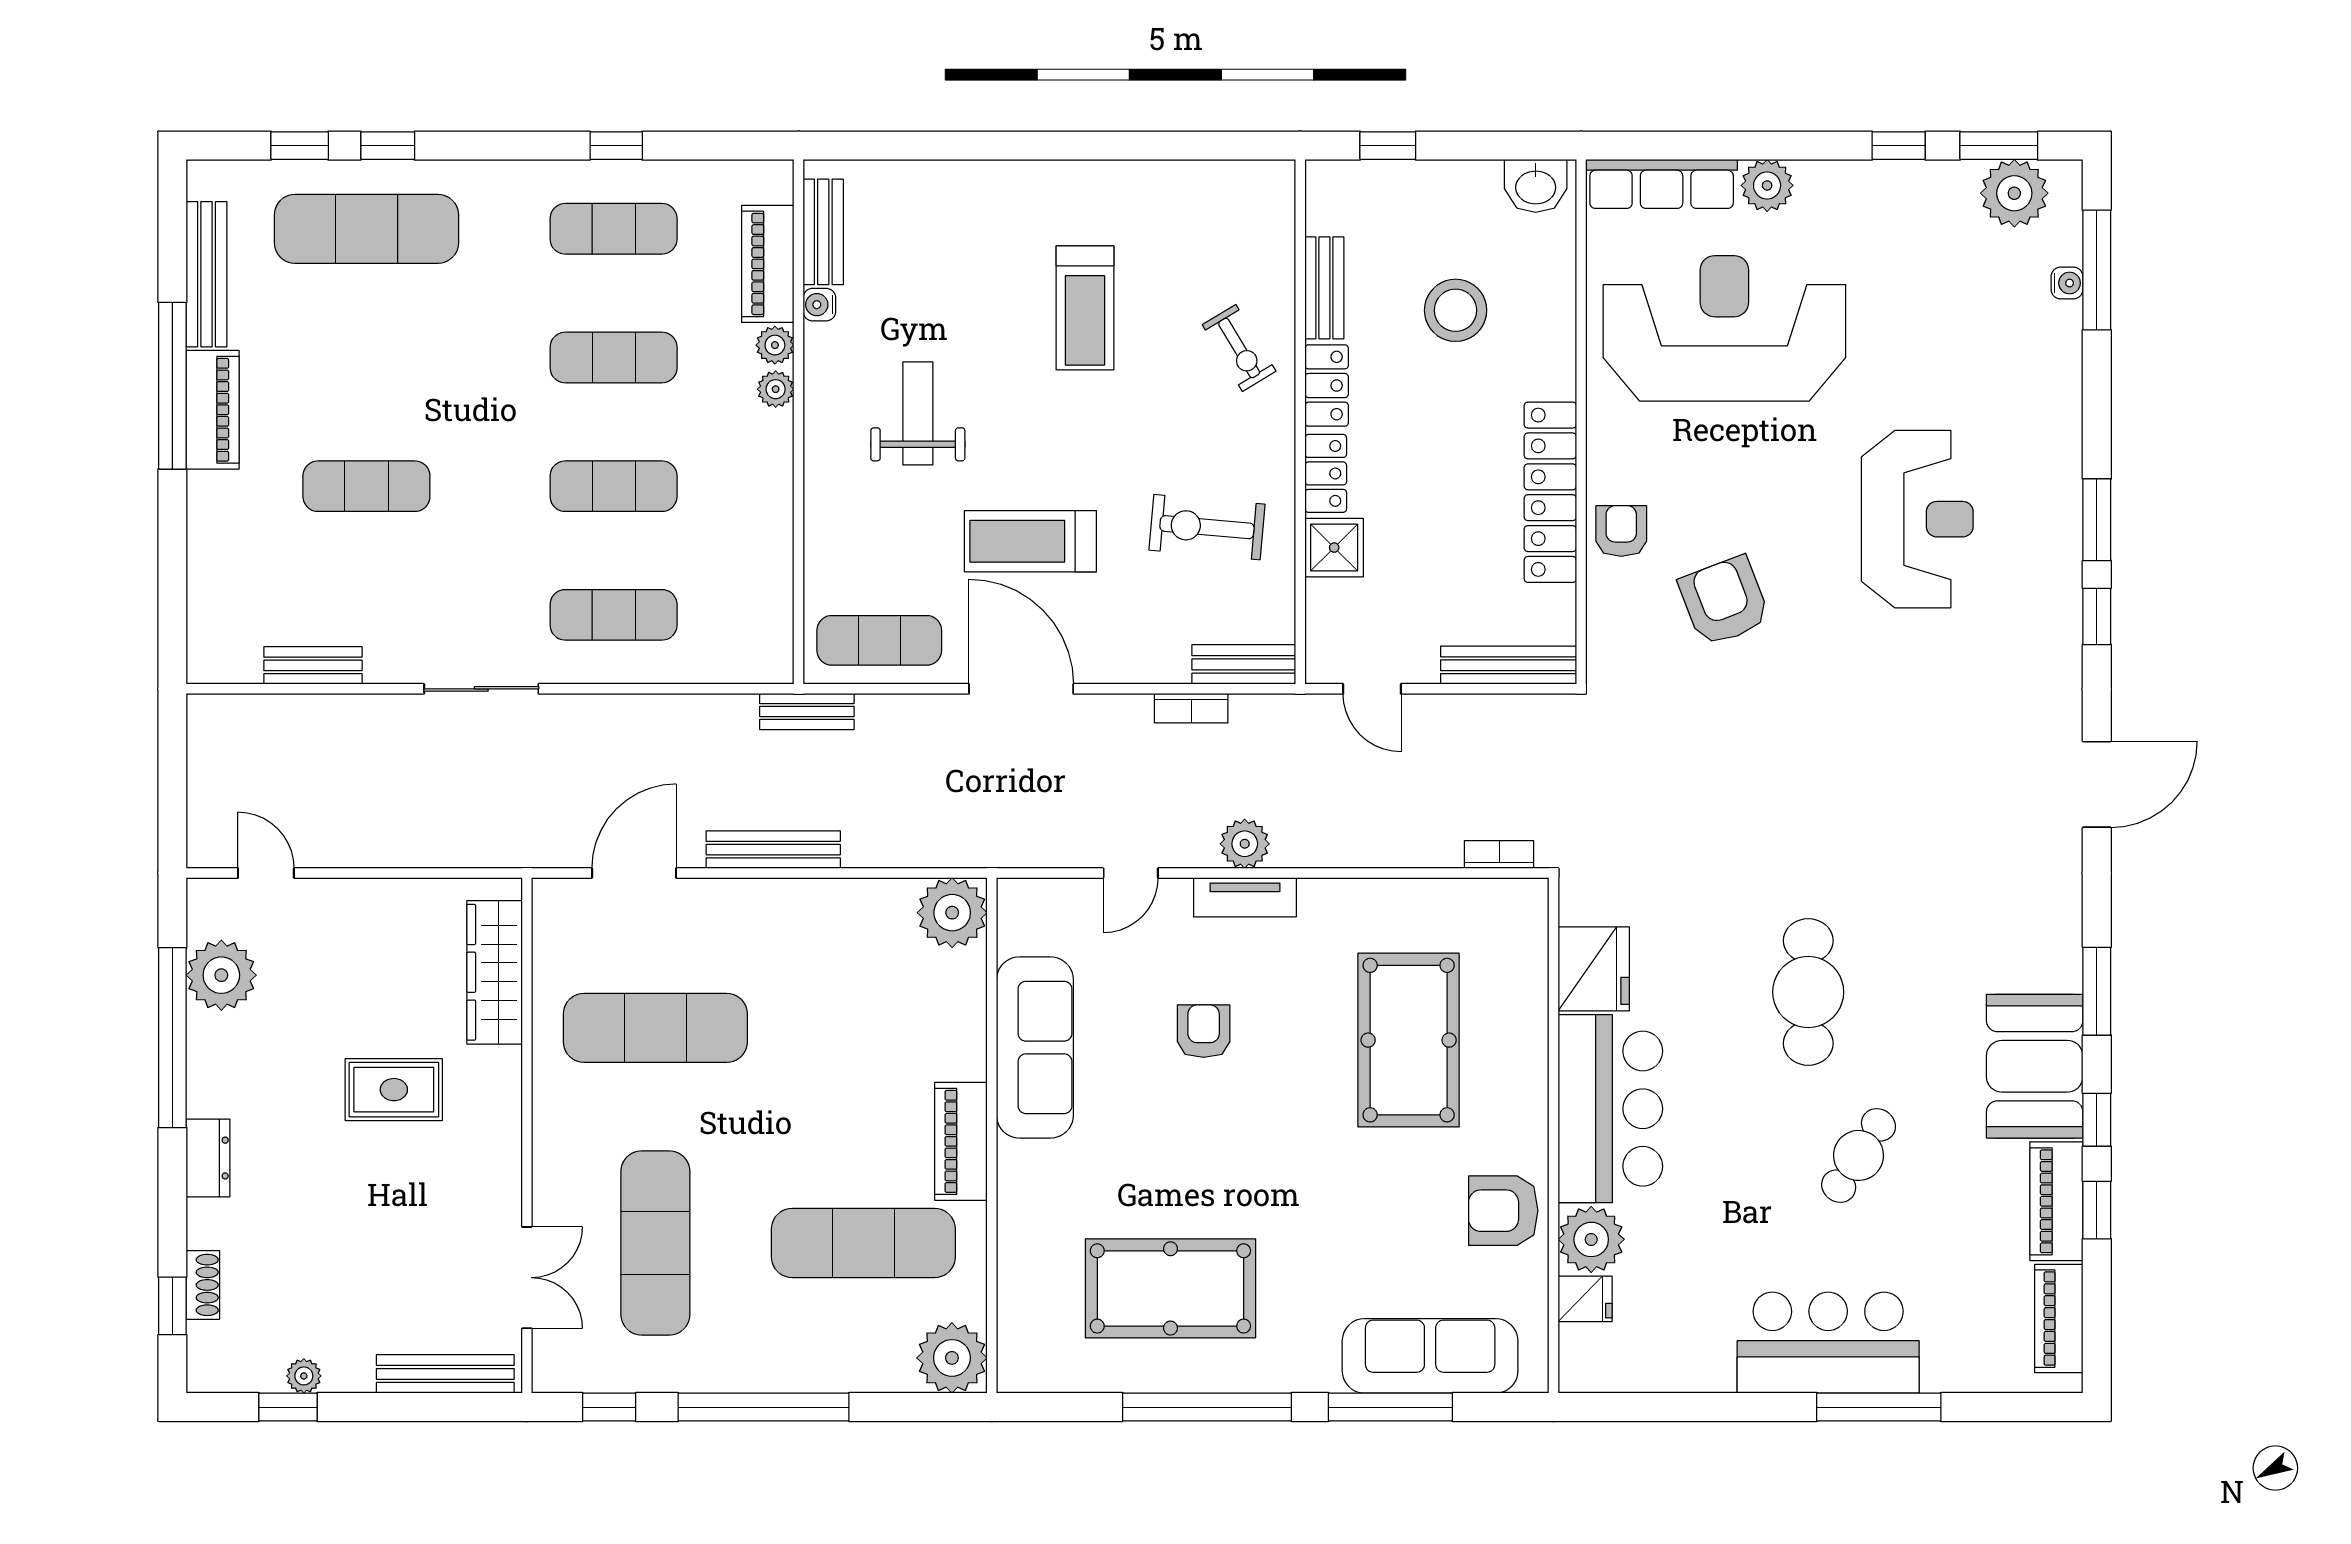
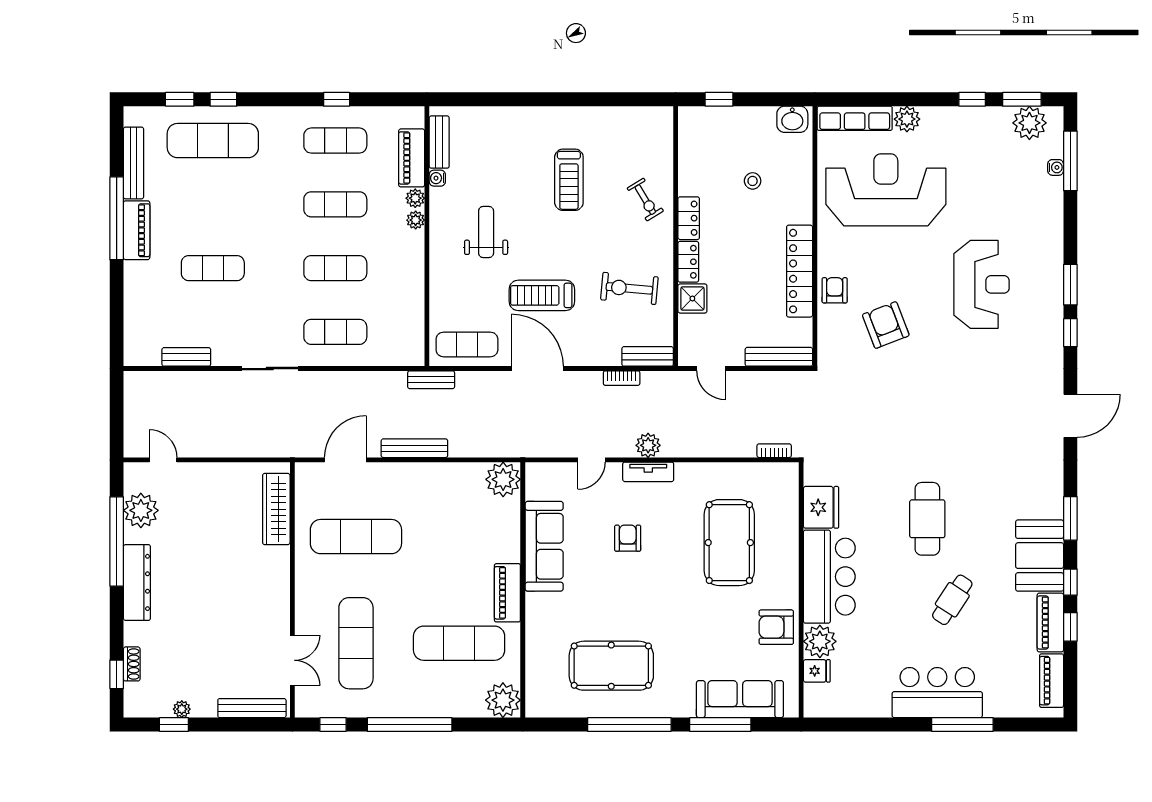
bench: (1324, 288) -> (688, 170), removed
stool: (1456, 310) -> (753, 181), width x0.53, depth x0.53
rug: (394, 1090) -> (226, 567), removed
dresser: (208, 1158) -> (137, 582), width x1.96, depth x1.24

